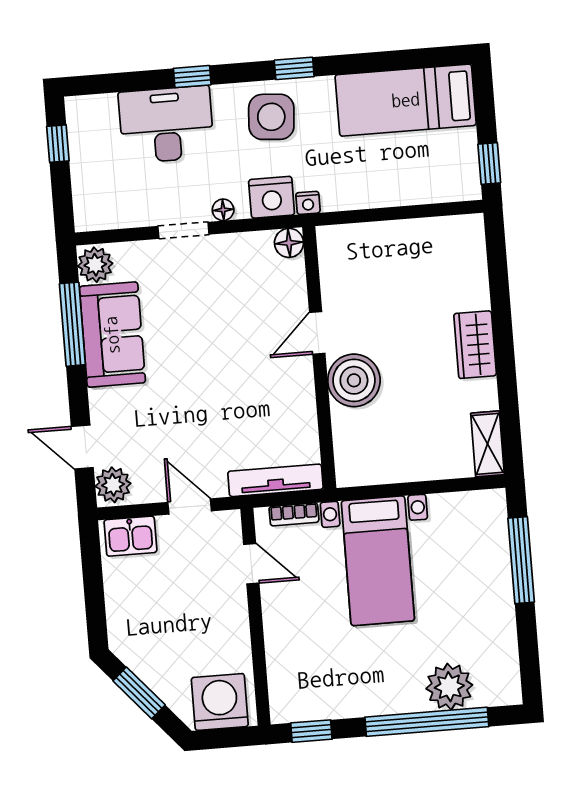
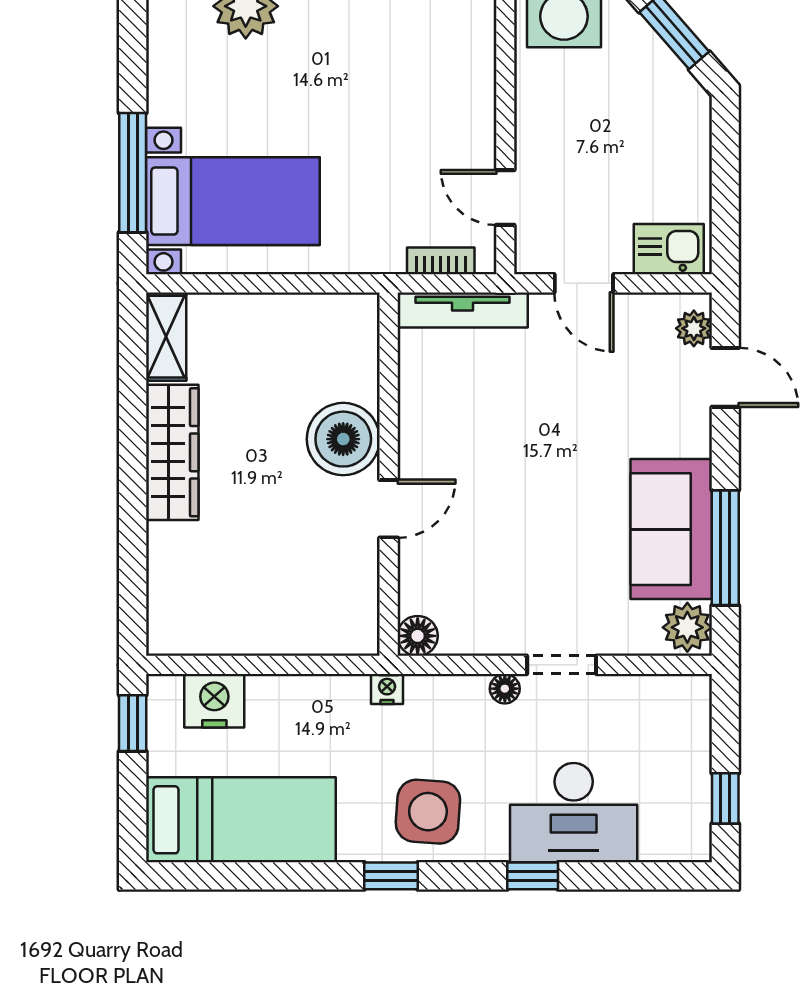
nightstand: (272, 197) -> (214, 701), moved
wardrobe: (475, 345) -> (172, 452), width x1.50
plant: (113, 485) -> (694, 328), width x0.73, depth x0.73
bed with nightstands: (378, 561) -> (233, 201), moved, turned 90

